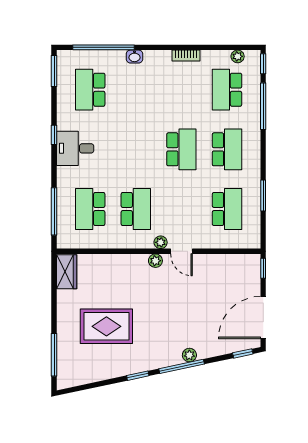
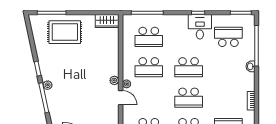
desk: (75, 148) -> (200, 27), moved
school desk: (136, 149) -> (189, 67), added
school desk: (90, 209) -> (149, 37), turned 180
door: (181, 251) -> (121, 98), swing flipped
rug: (106, 326) -> (65, 32), moved, turned 90
plant: (189, 355) -> (48, 85), moved

